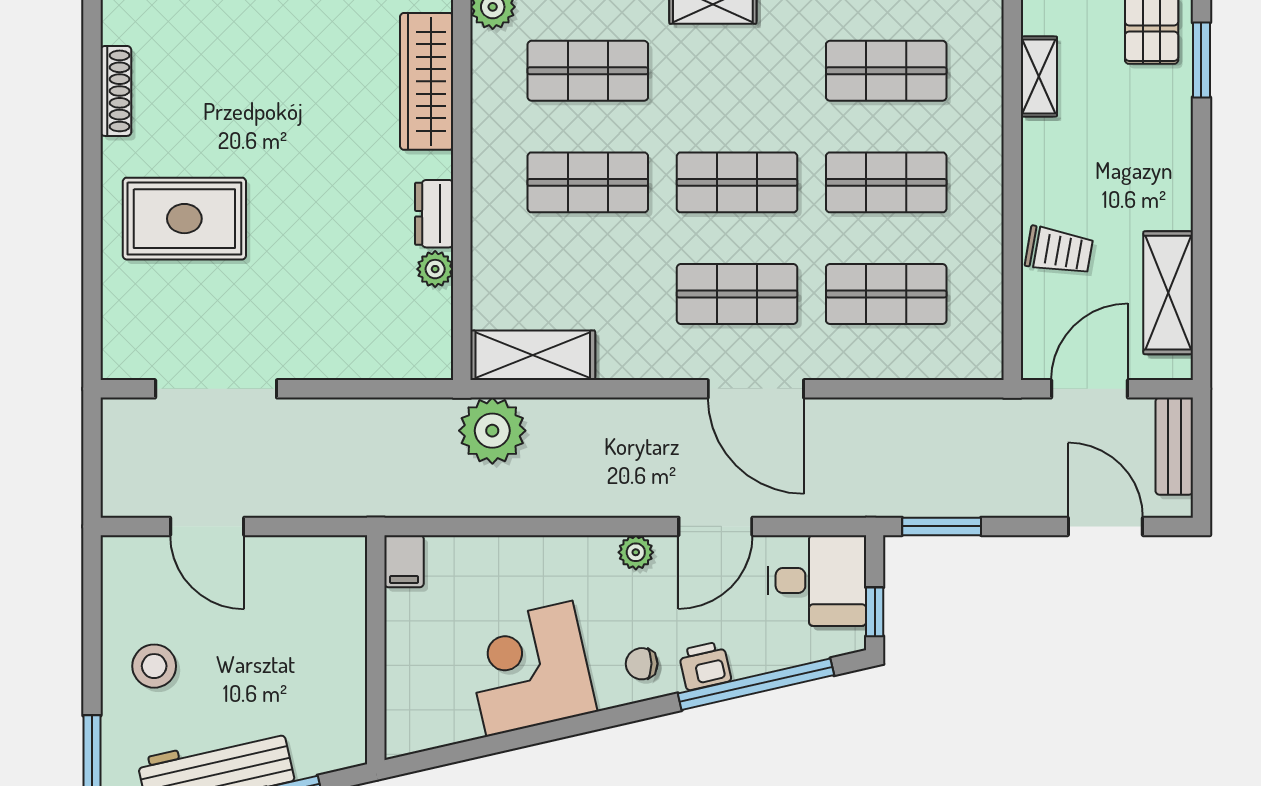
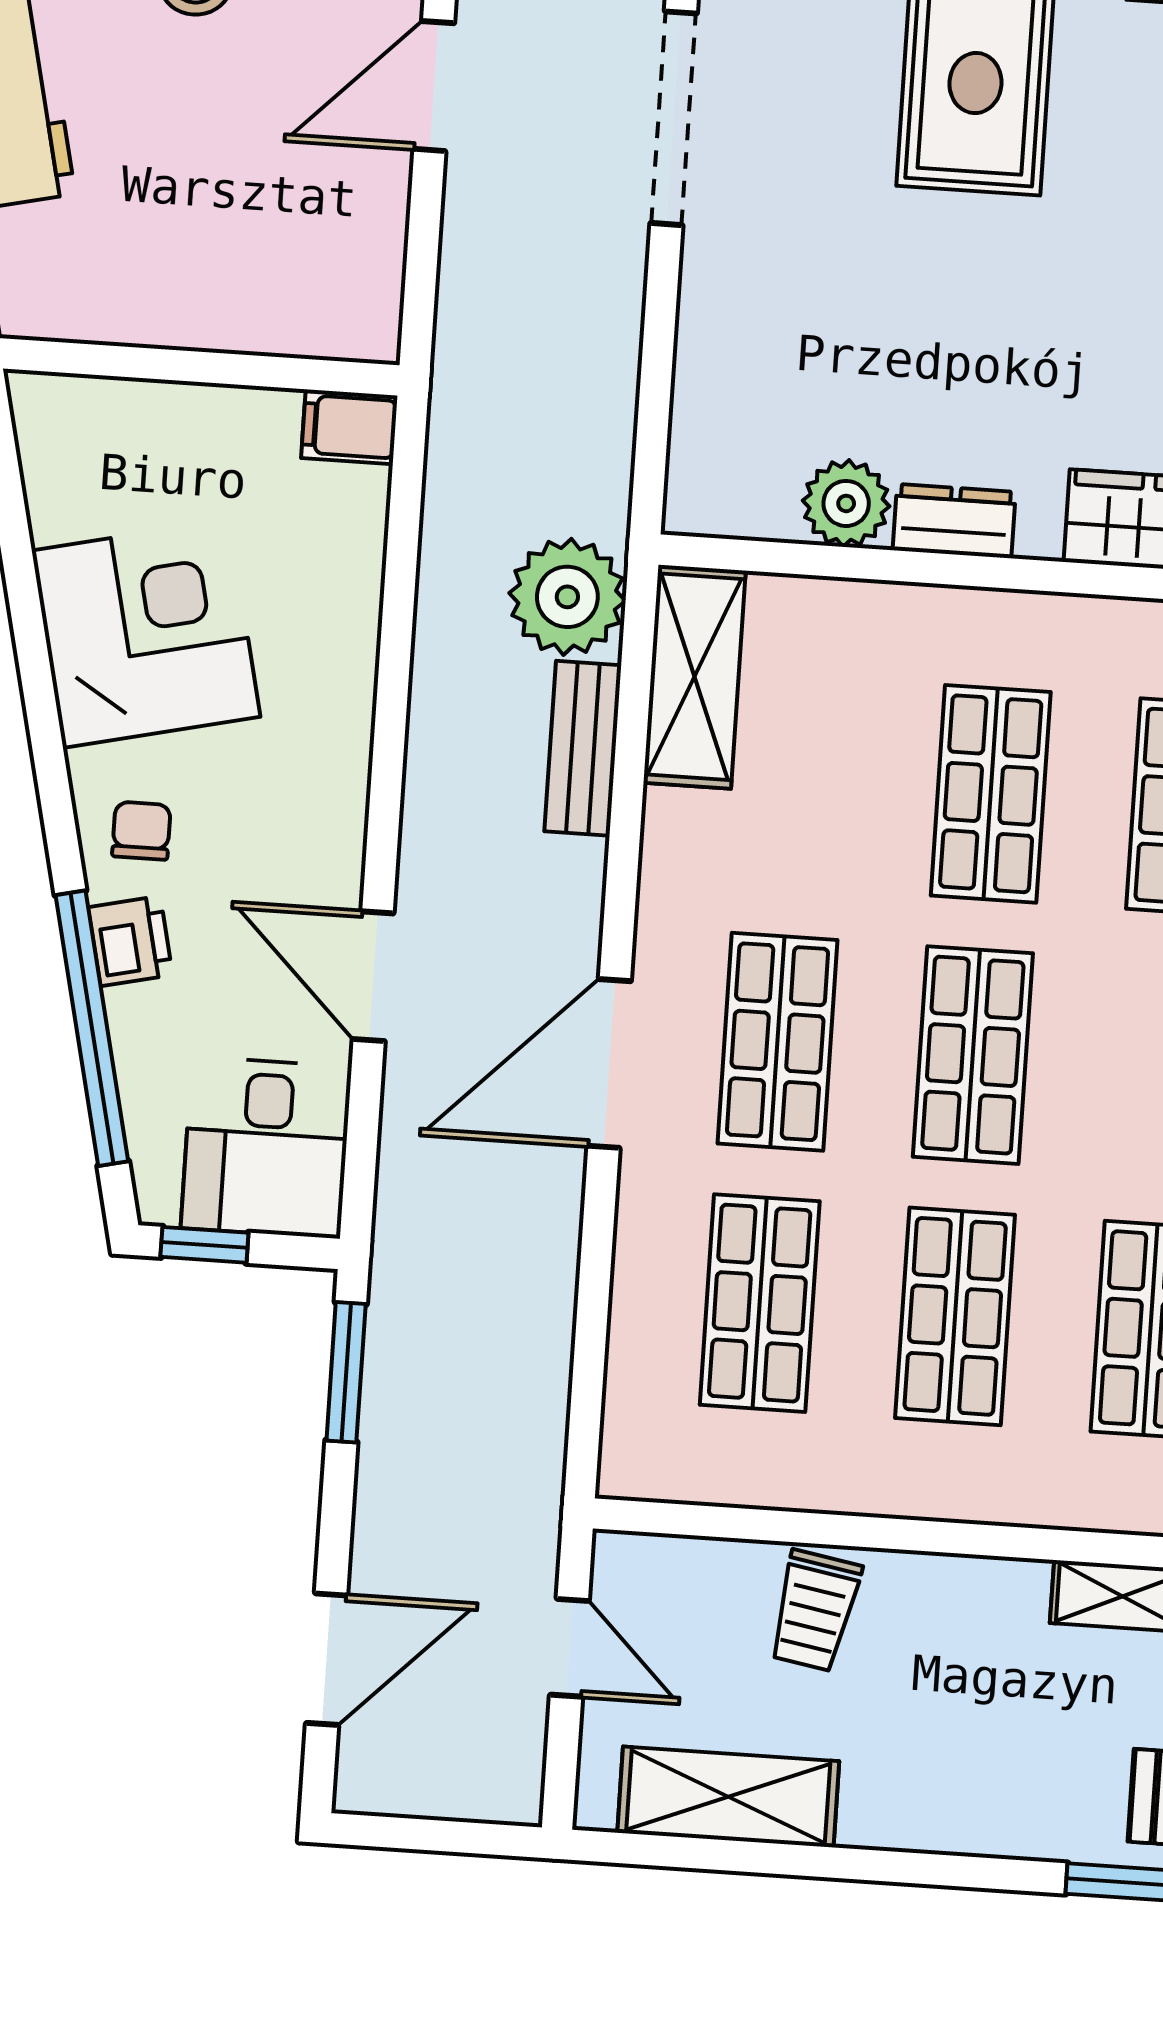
plant: (435, 269) -> (846, 503), width x1.38, depth x1.38
door: (1090, 389) -> (569, 1648), width x0.73
bench: (1174, 446) -> (583, 748), moved, turned 90
plant: (636, 552) -> (337, 834), removed

